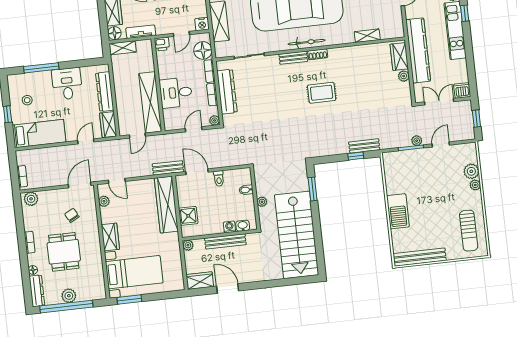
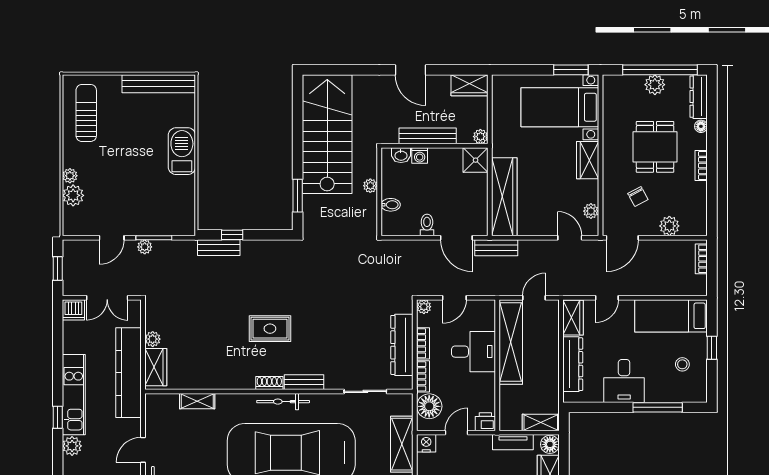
plant: (31, 199) -> (669, 226), moved
shower: (188, 216) -> (476, 160), moved
door: (228, 288) -> (410, 70), moved

